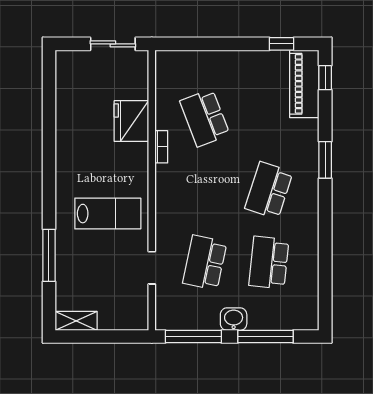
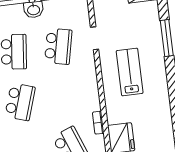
lab bench: (108, 214) -> (130, 72), turned 90

